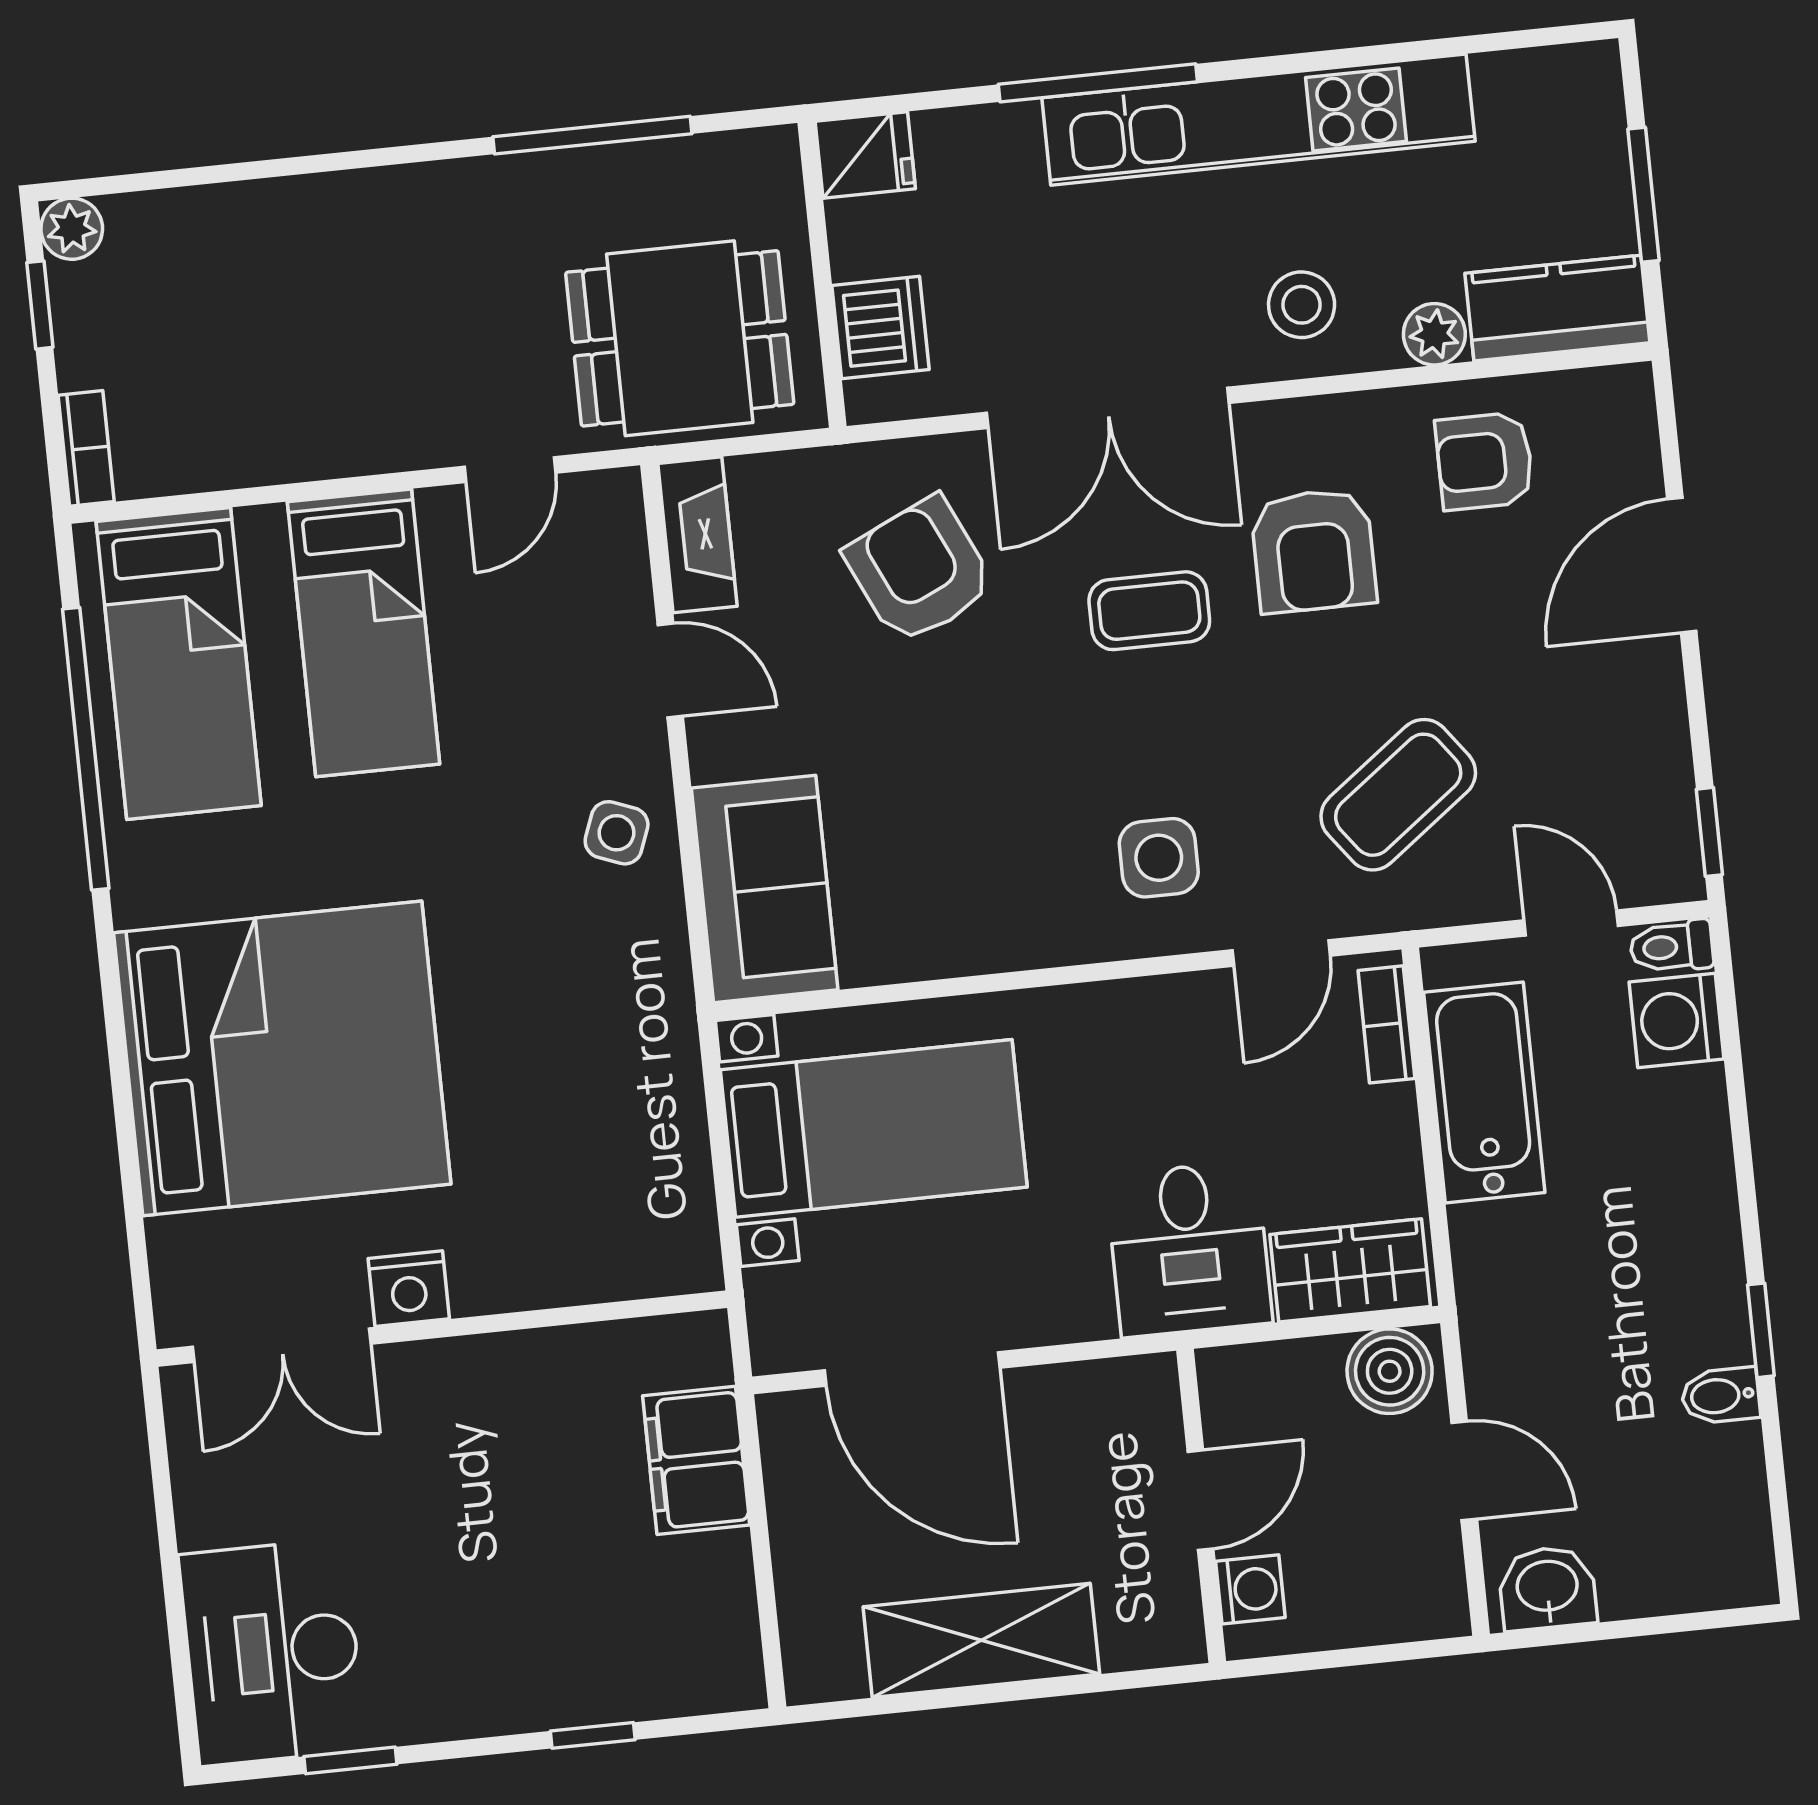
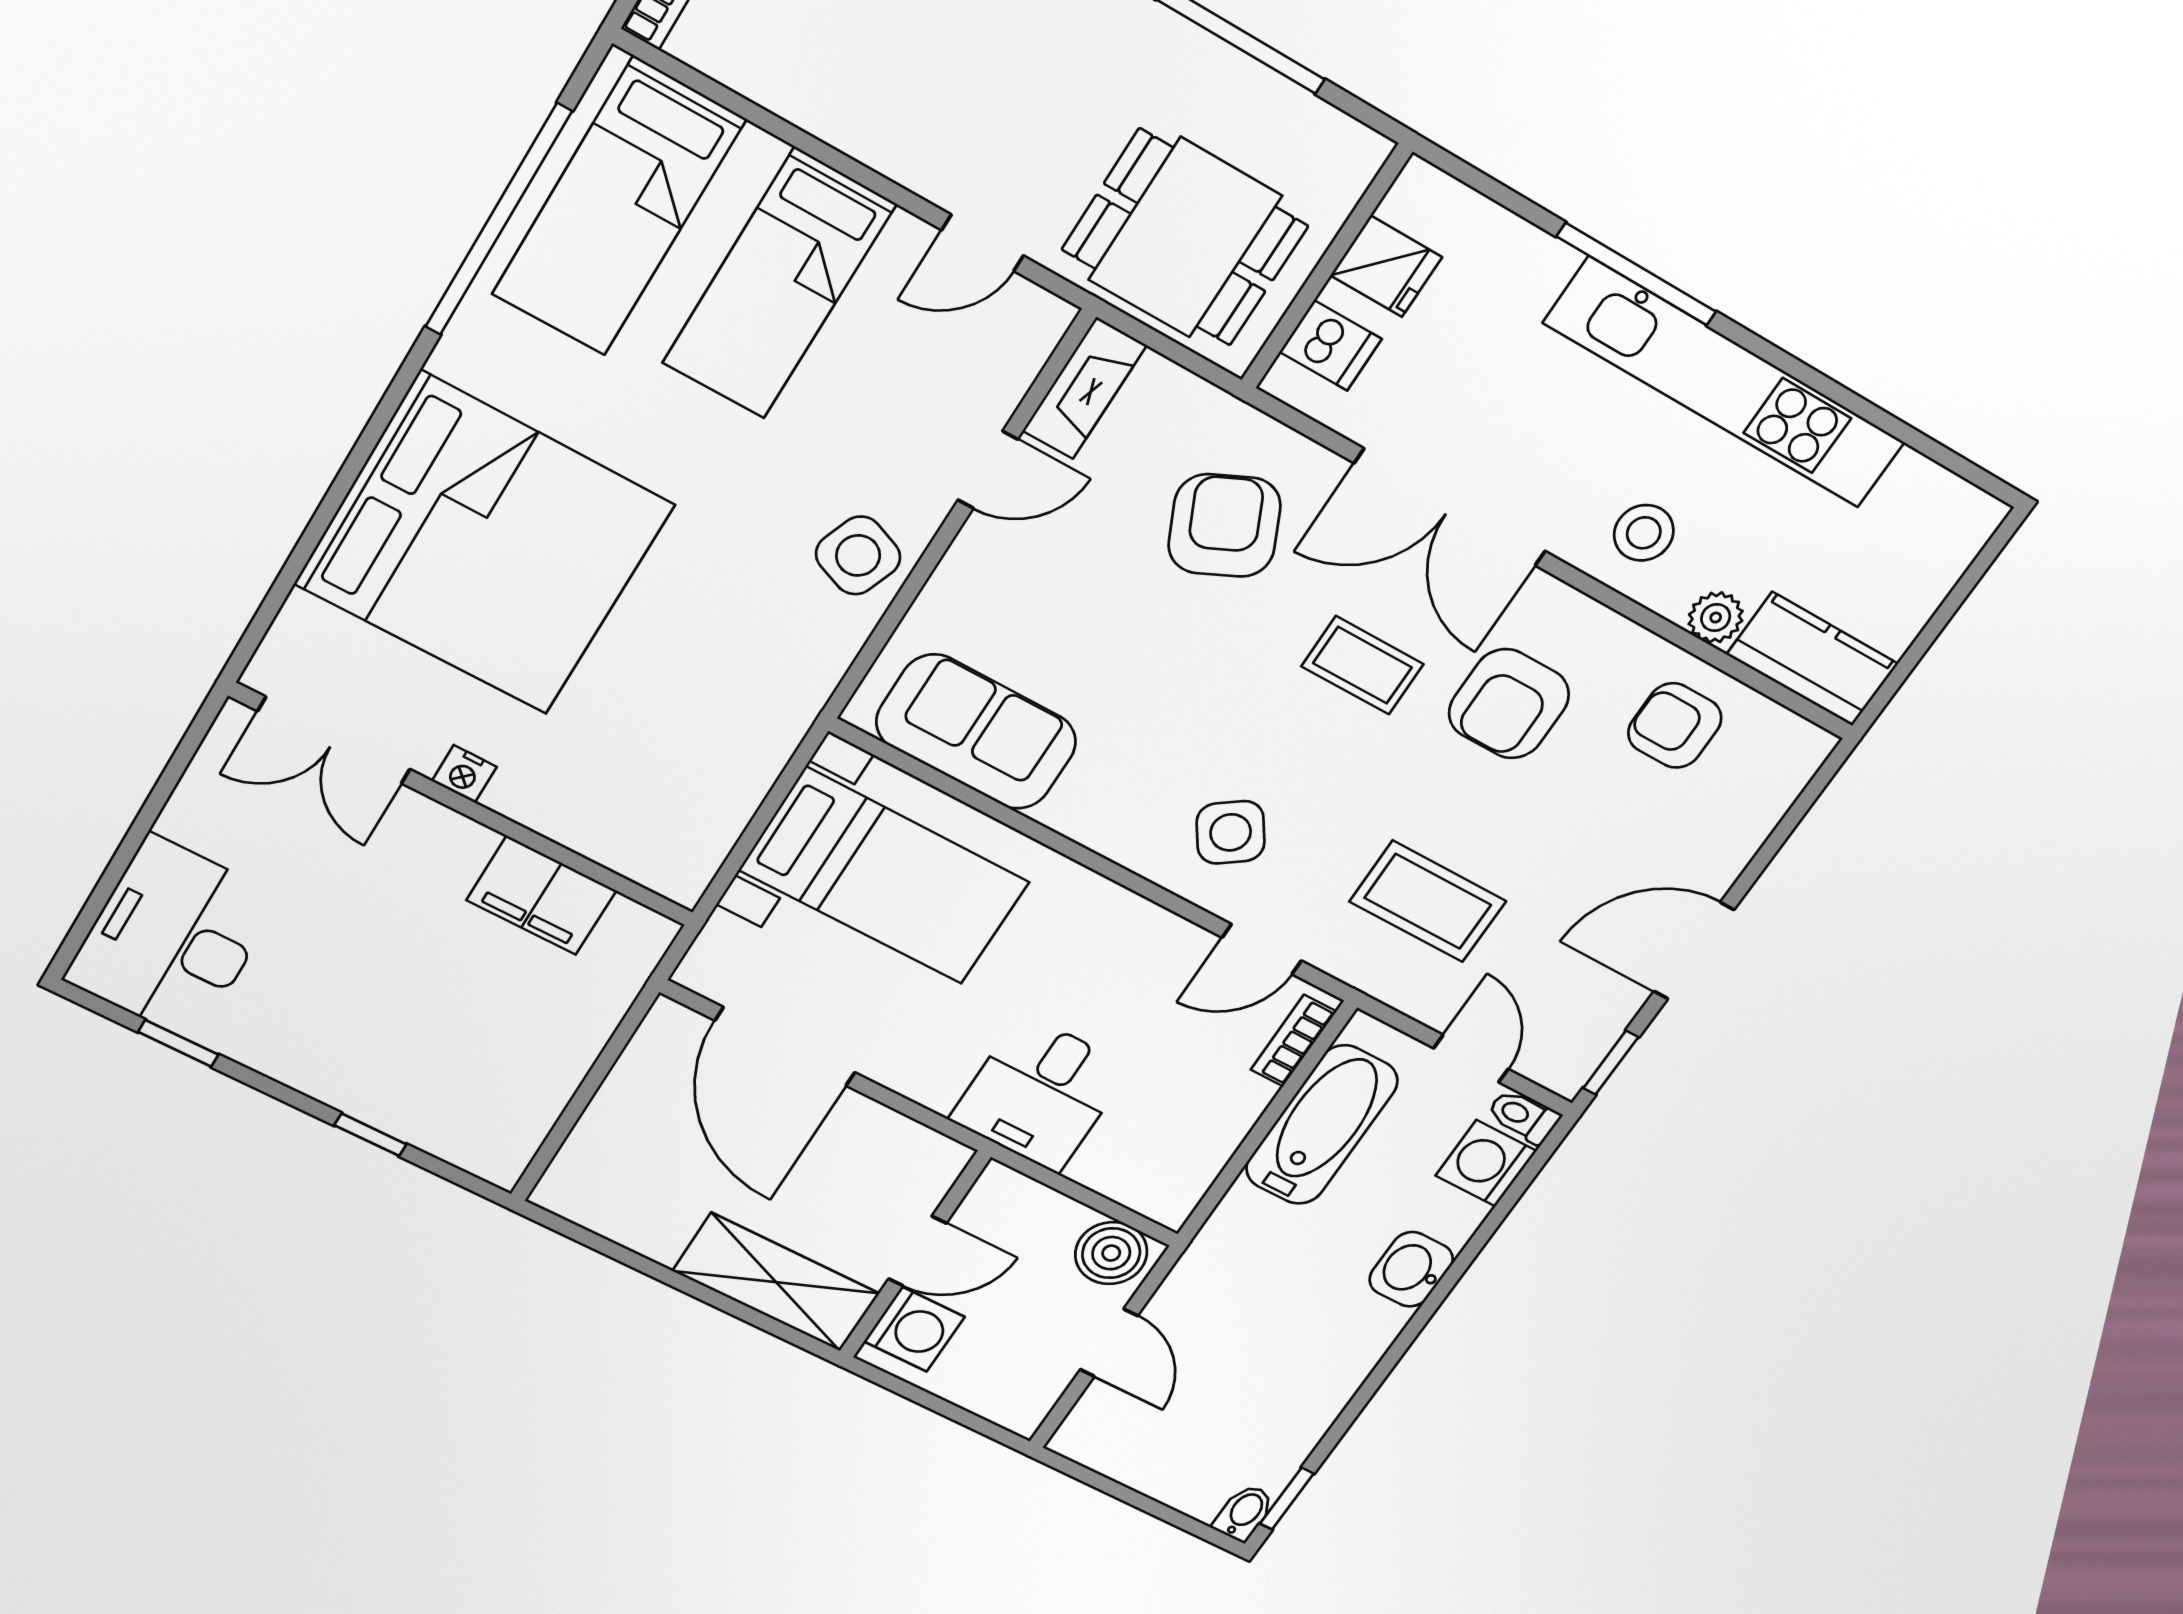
fridge: (865, 155) -> (1386, 266), moved
window: (1643, 195) -> (1936, 625), removed
dishwasher: (881, 328) -> (1331, 345), width x0.73
door: (1682, 565) -> (1694, 951), moved
door: (670, 670) -> (988, 470), hinge flipped
coffee table: (1398, 795) -> (1428, 901), turned 37
side table: (617, 833) -> (858, 555), width x1.37, depth x1.37
side table: (1159, 858) -> (1231, 832), turned -35
sofa: (765, 889) -> (976, 732), moved, turned -90
wardrobe: (1350, 1270) -> (1138, 1176), removed
nightstand: (409, 1289) -> (464, 774), width x0.72, depth x0.74
window: (1761, 1330) -> (1287, 1499), moved
bidet: (1721, 1396) -> (1244, 1513), moved, turned 90
filing cabinet: (696, 1460) -> (541, 895), moved, turned -90
washbasin: (1547, 1588) -> (1411, 1269), moved, turned -90
washing machine: (1250, 1589) -> (914, 1329), width x1.38, depth x1.38
shelving: (981, 1640) -> (776, 1282), moved

